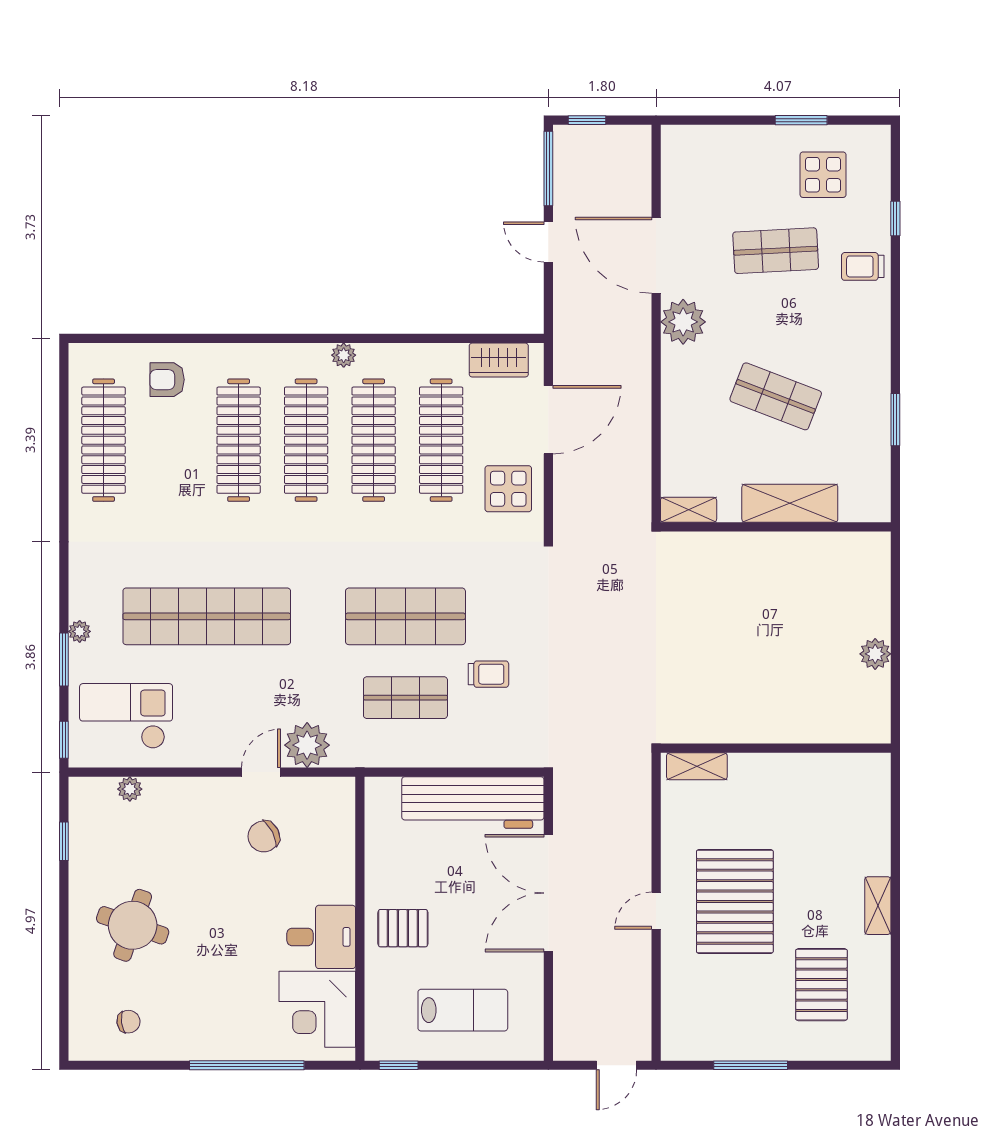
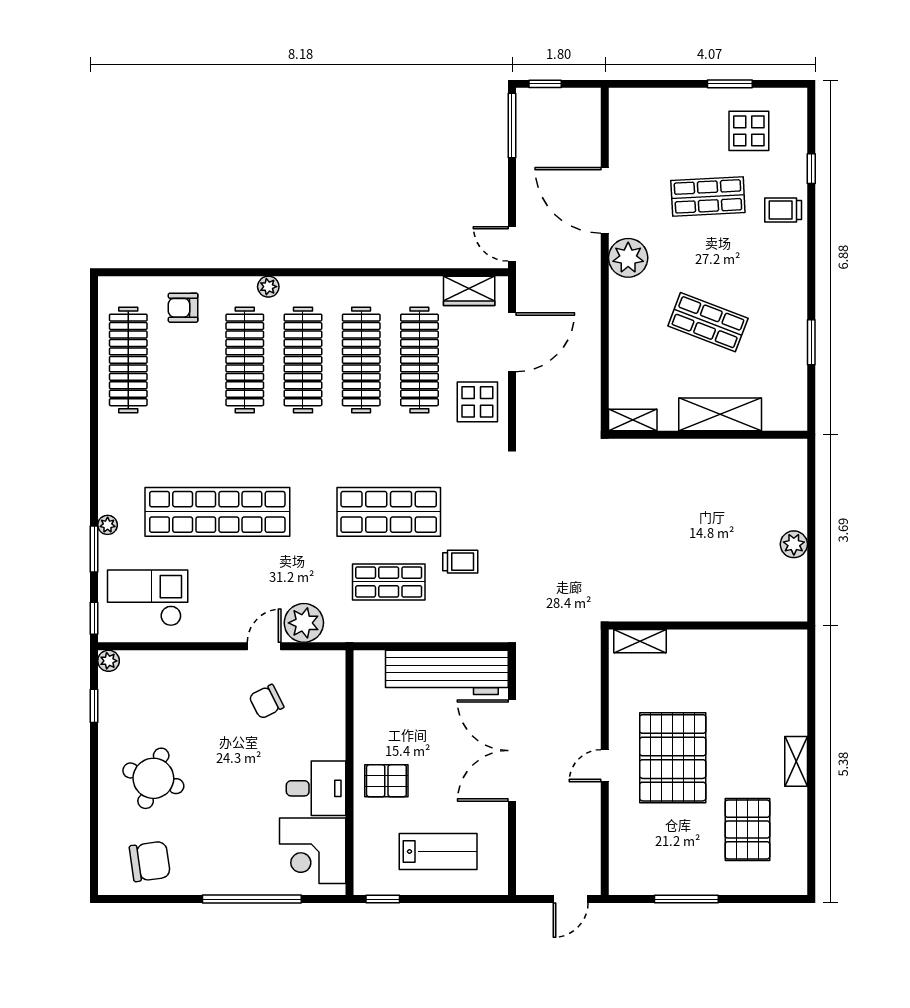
door: (548, 242) -> (512, 244), moved
plant: (344, 355) -> (268, 287), moved
plant: (130, 789) -> (109, 661), moved
chair: (129, 1022) -> (150, 861), width x1.87, depth x1.87

